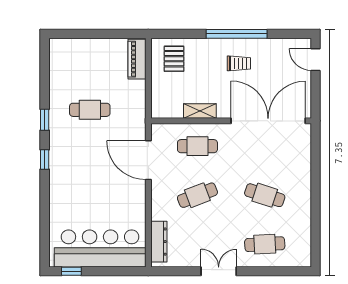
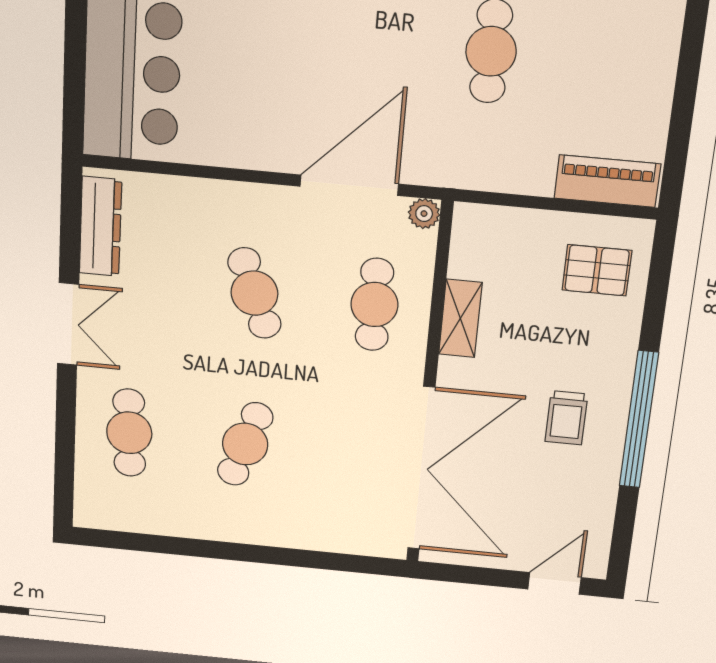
plant: (157, 130) -> (424, 214), added
dresser: (159, 242) -> (100, 227), moved, turned -90

